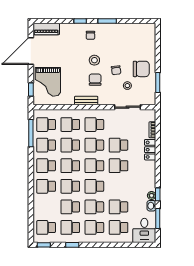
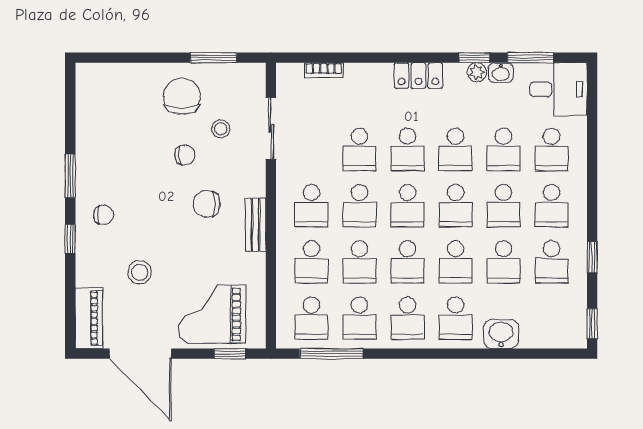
stool: (94, 60) -> (140, 272), moved
grand piano: (48, 82) -> (212, 314), turned 180
locker: (150, 150) -> (418, 76), moved
washbasin: (39, 206) -> (501, 334), added
school desk: (46, 227) -> (456, 149), moved

